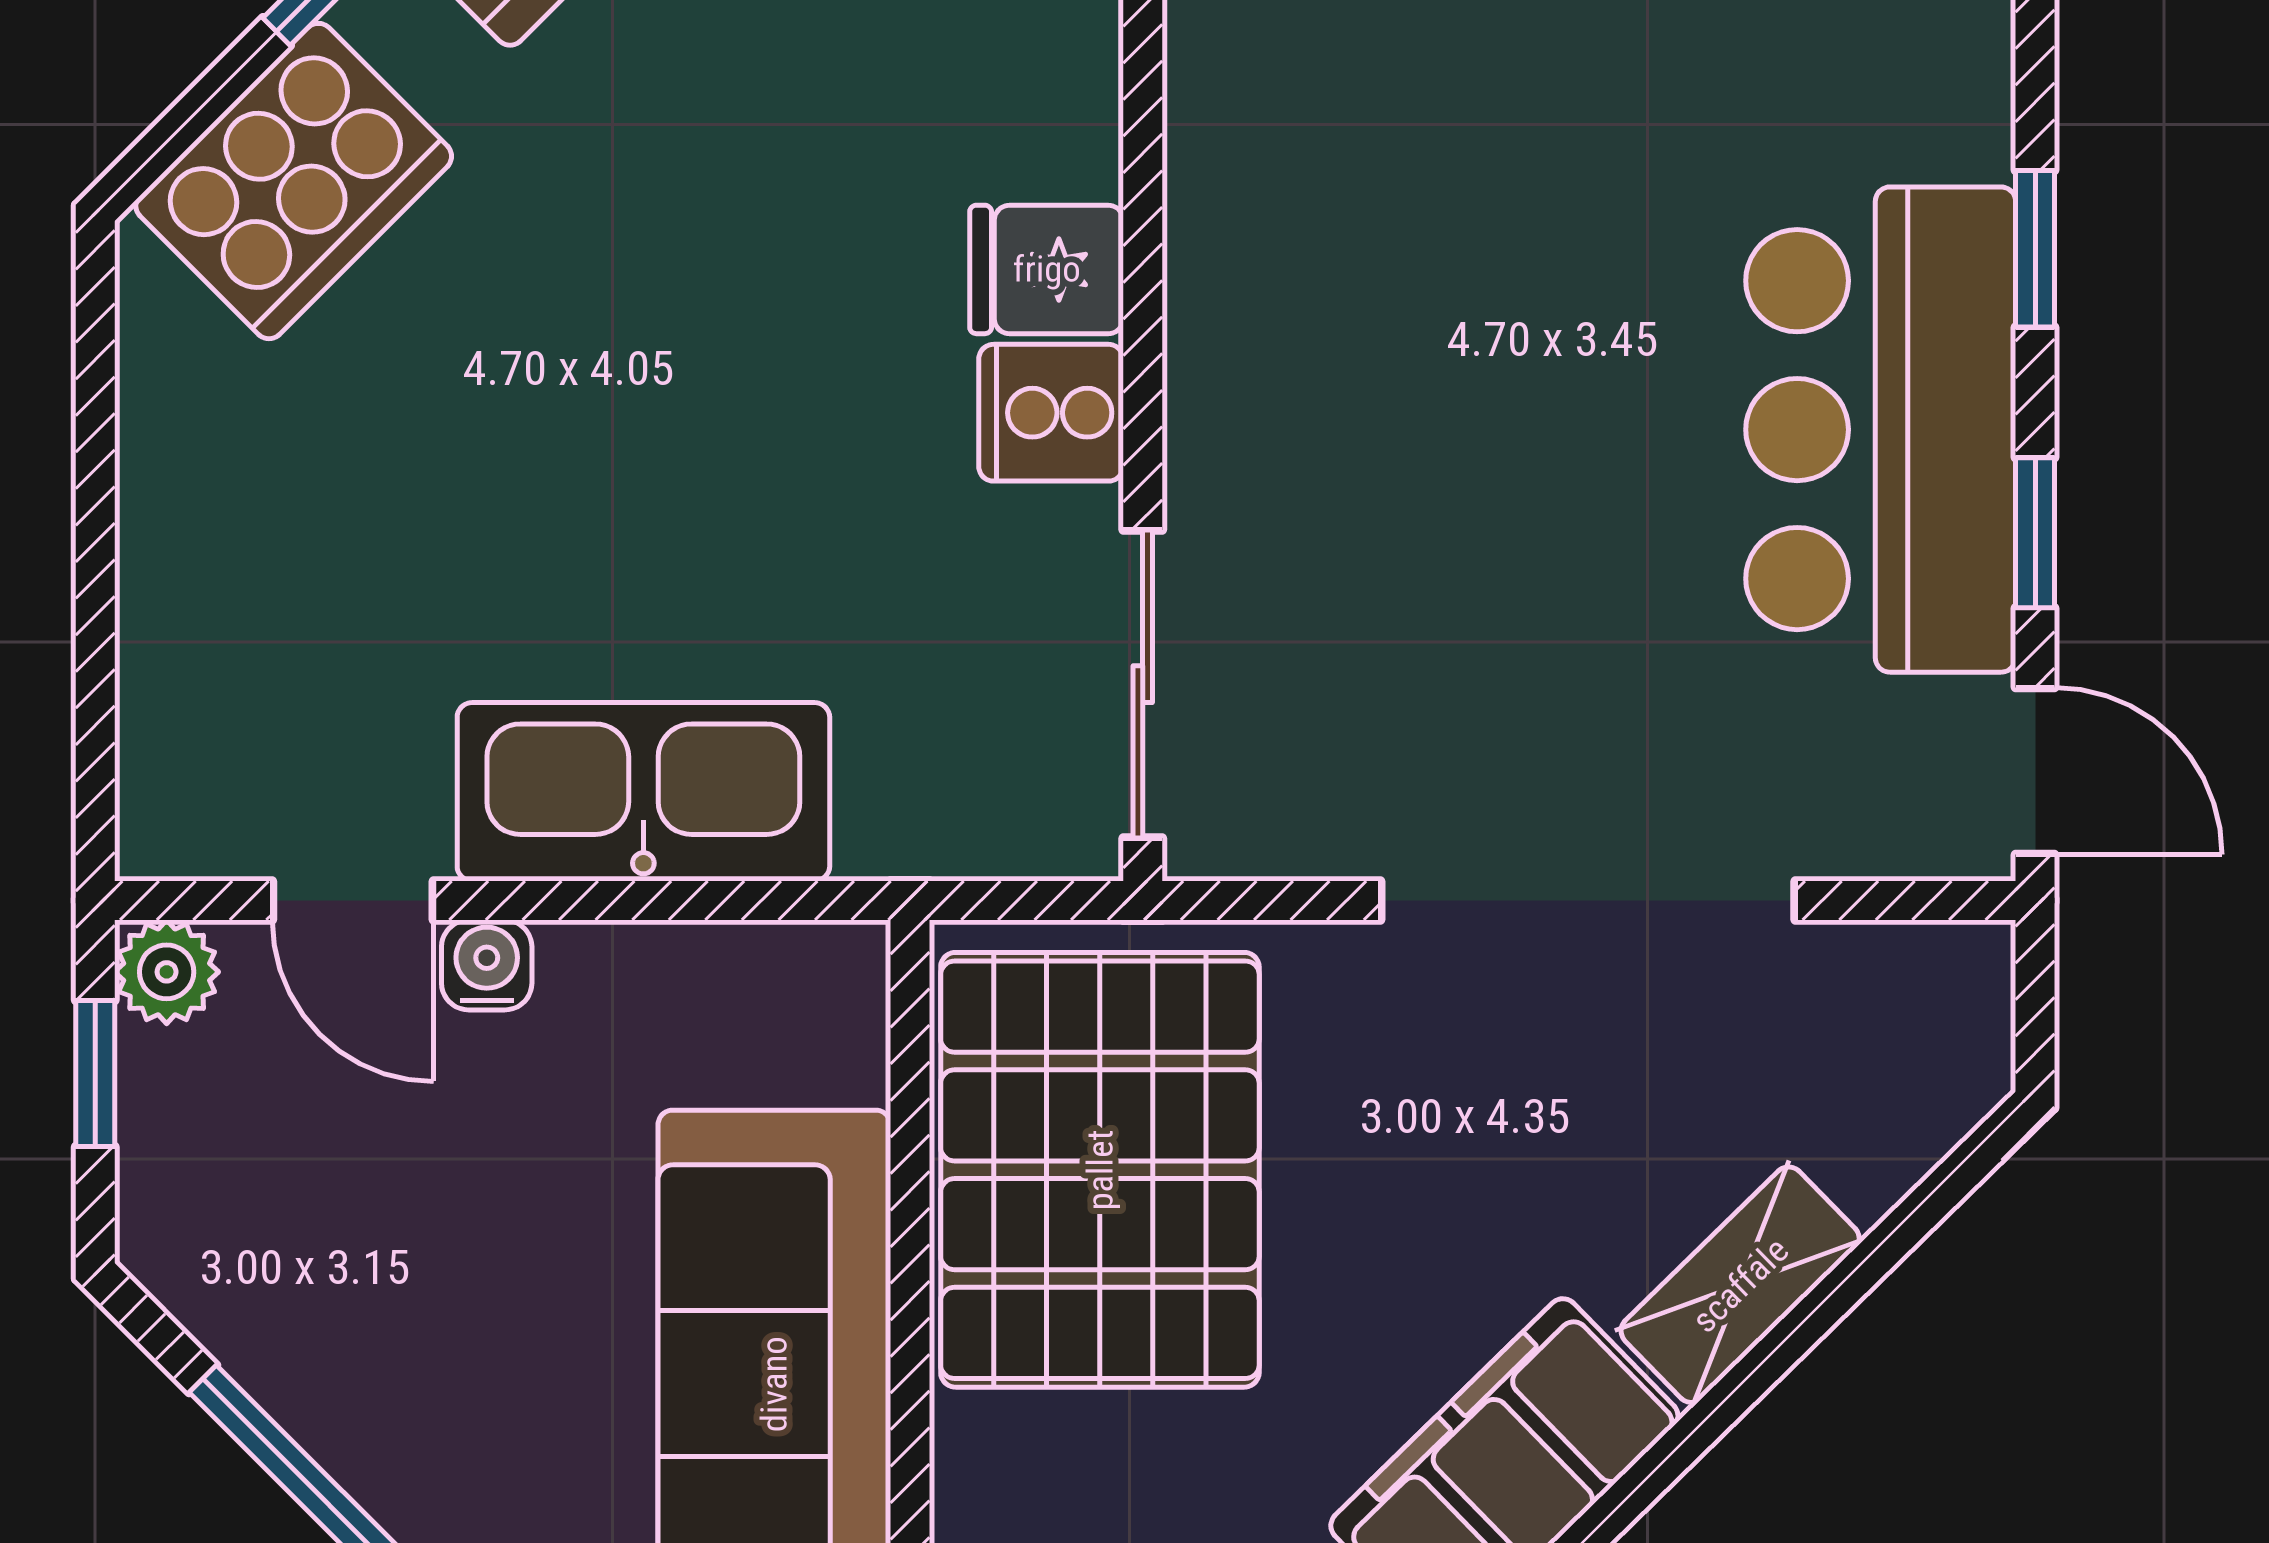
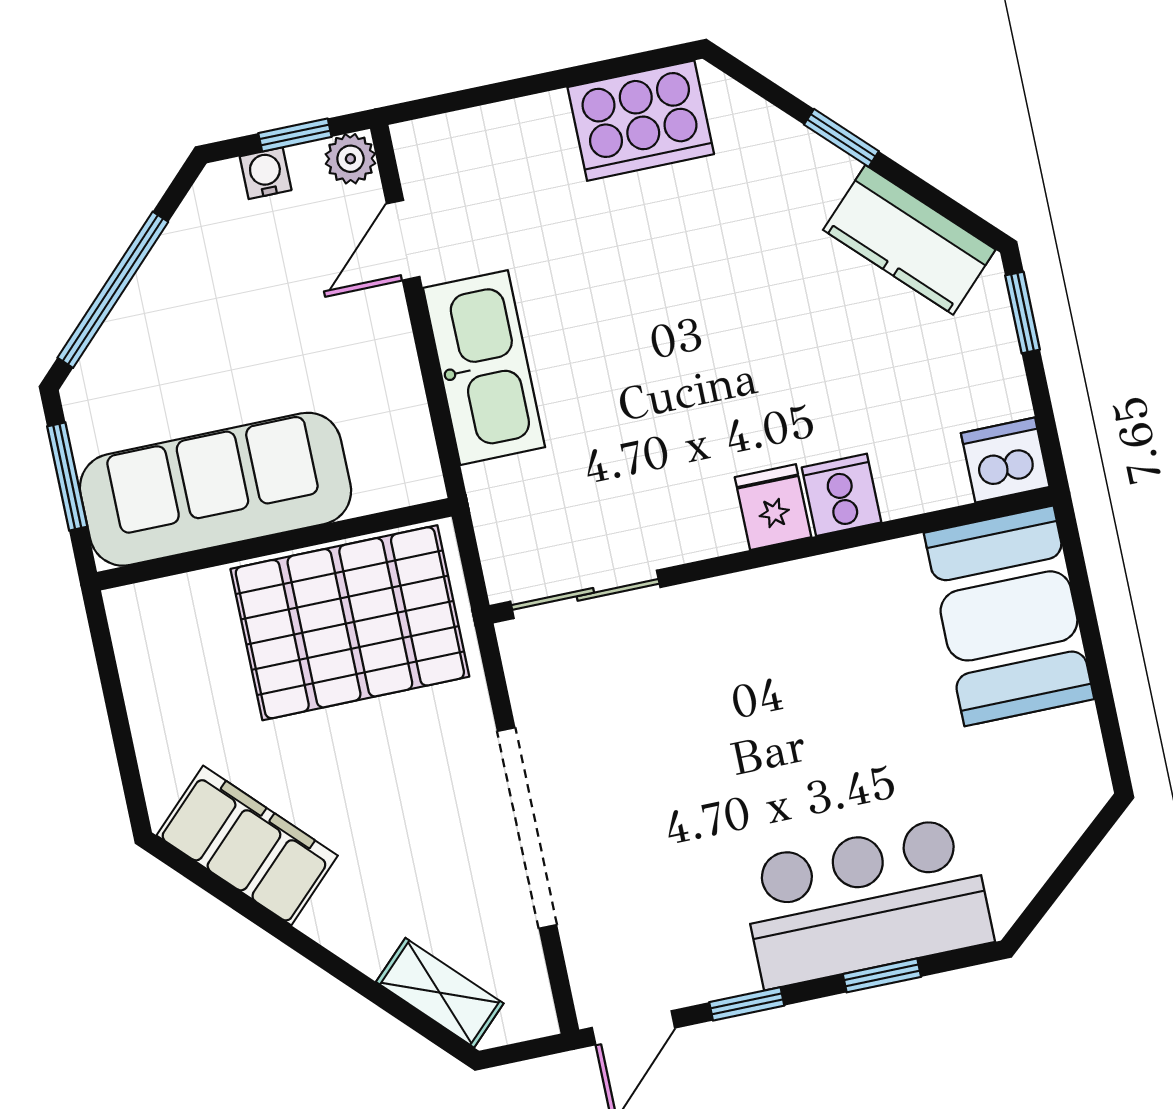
cooker: (294, 181) -> (641, 121), moved, turned -45
cooker: (1051, 413) -> (842, 495), moved
bar counter: (1881, 430) -> (866, 902), moved
water cooler: (487, 965) -> (266, 173), moved, turned -90
shelving: (1740, 1285) -> (440, 993), moved

